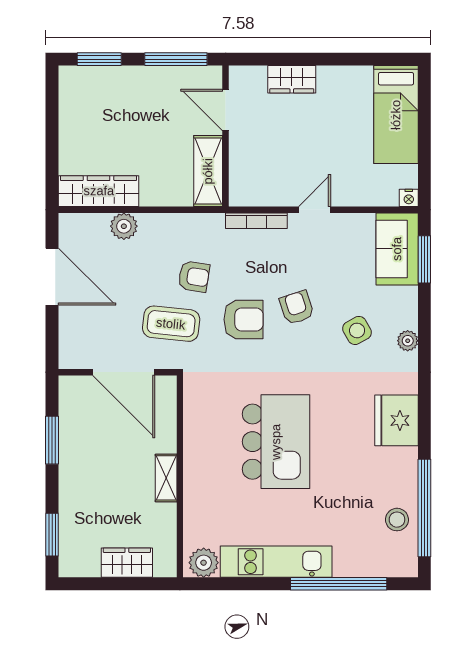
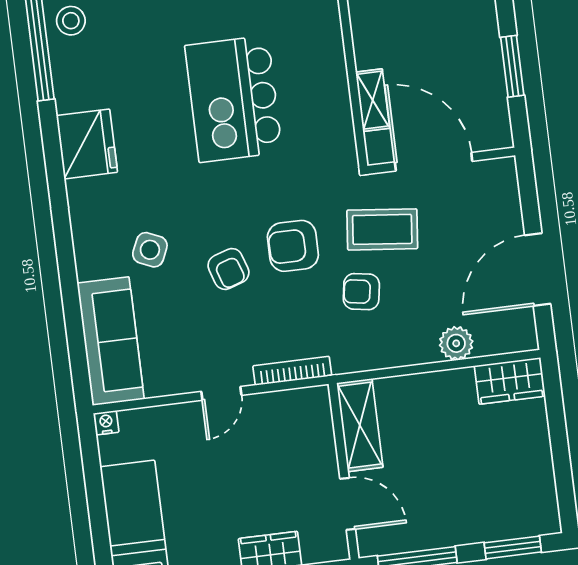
wardrobe: (99, 191) -> (510, 381), width x0.67
sofa: (397, 249) -> (111, 341), width x1.36
window: (424, 259) -> (77, 349), removed
door: (52, 277) -> (538, 269), hinge flipped
side table: (357, 330) -> (150, 250), turned -37
plant: (408, 341) -> (85, 245), removed
shelving: (166, 478) -> (373, 100), moved

